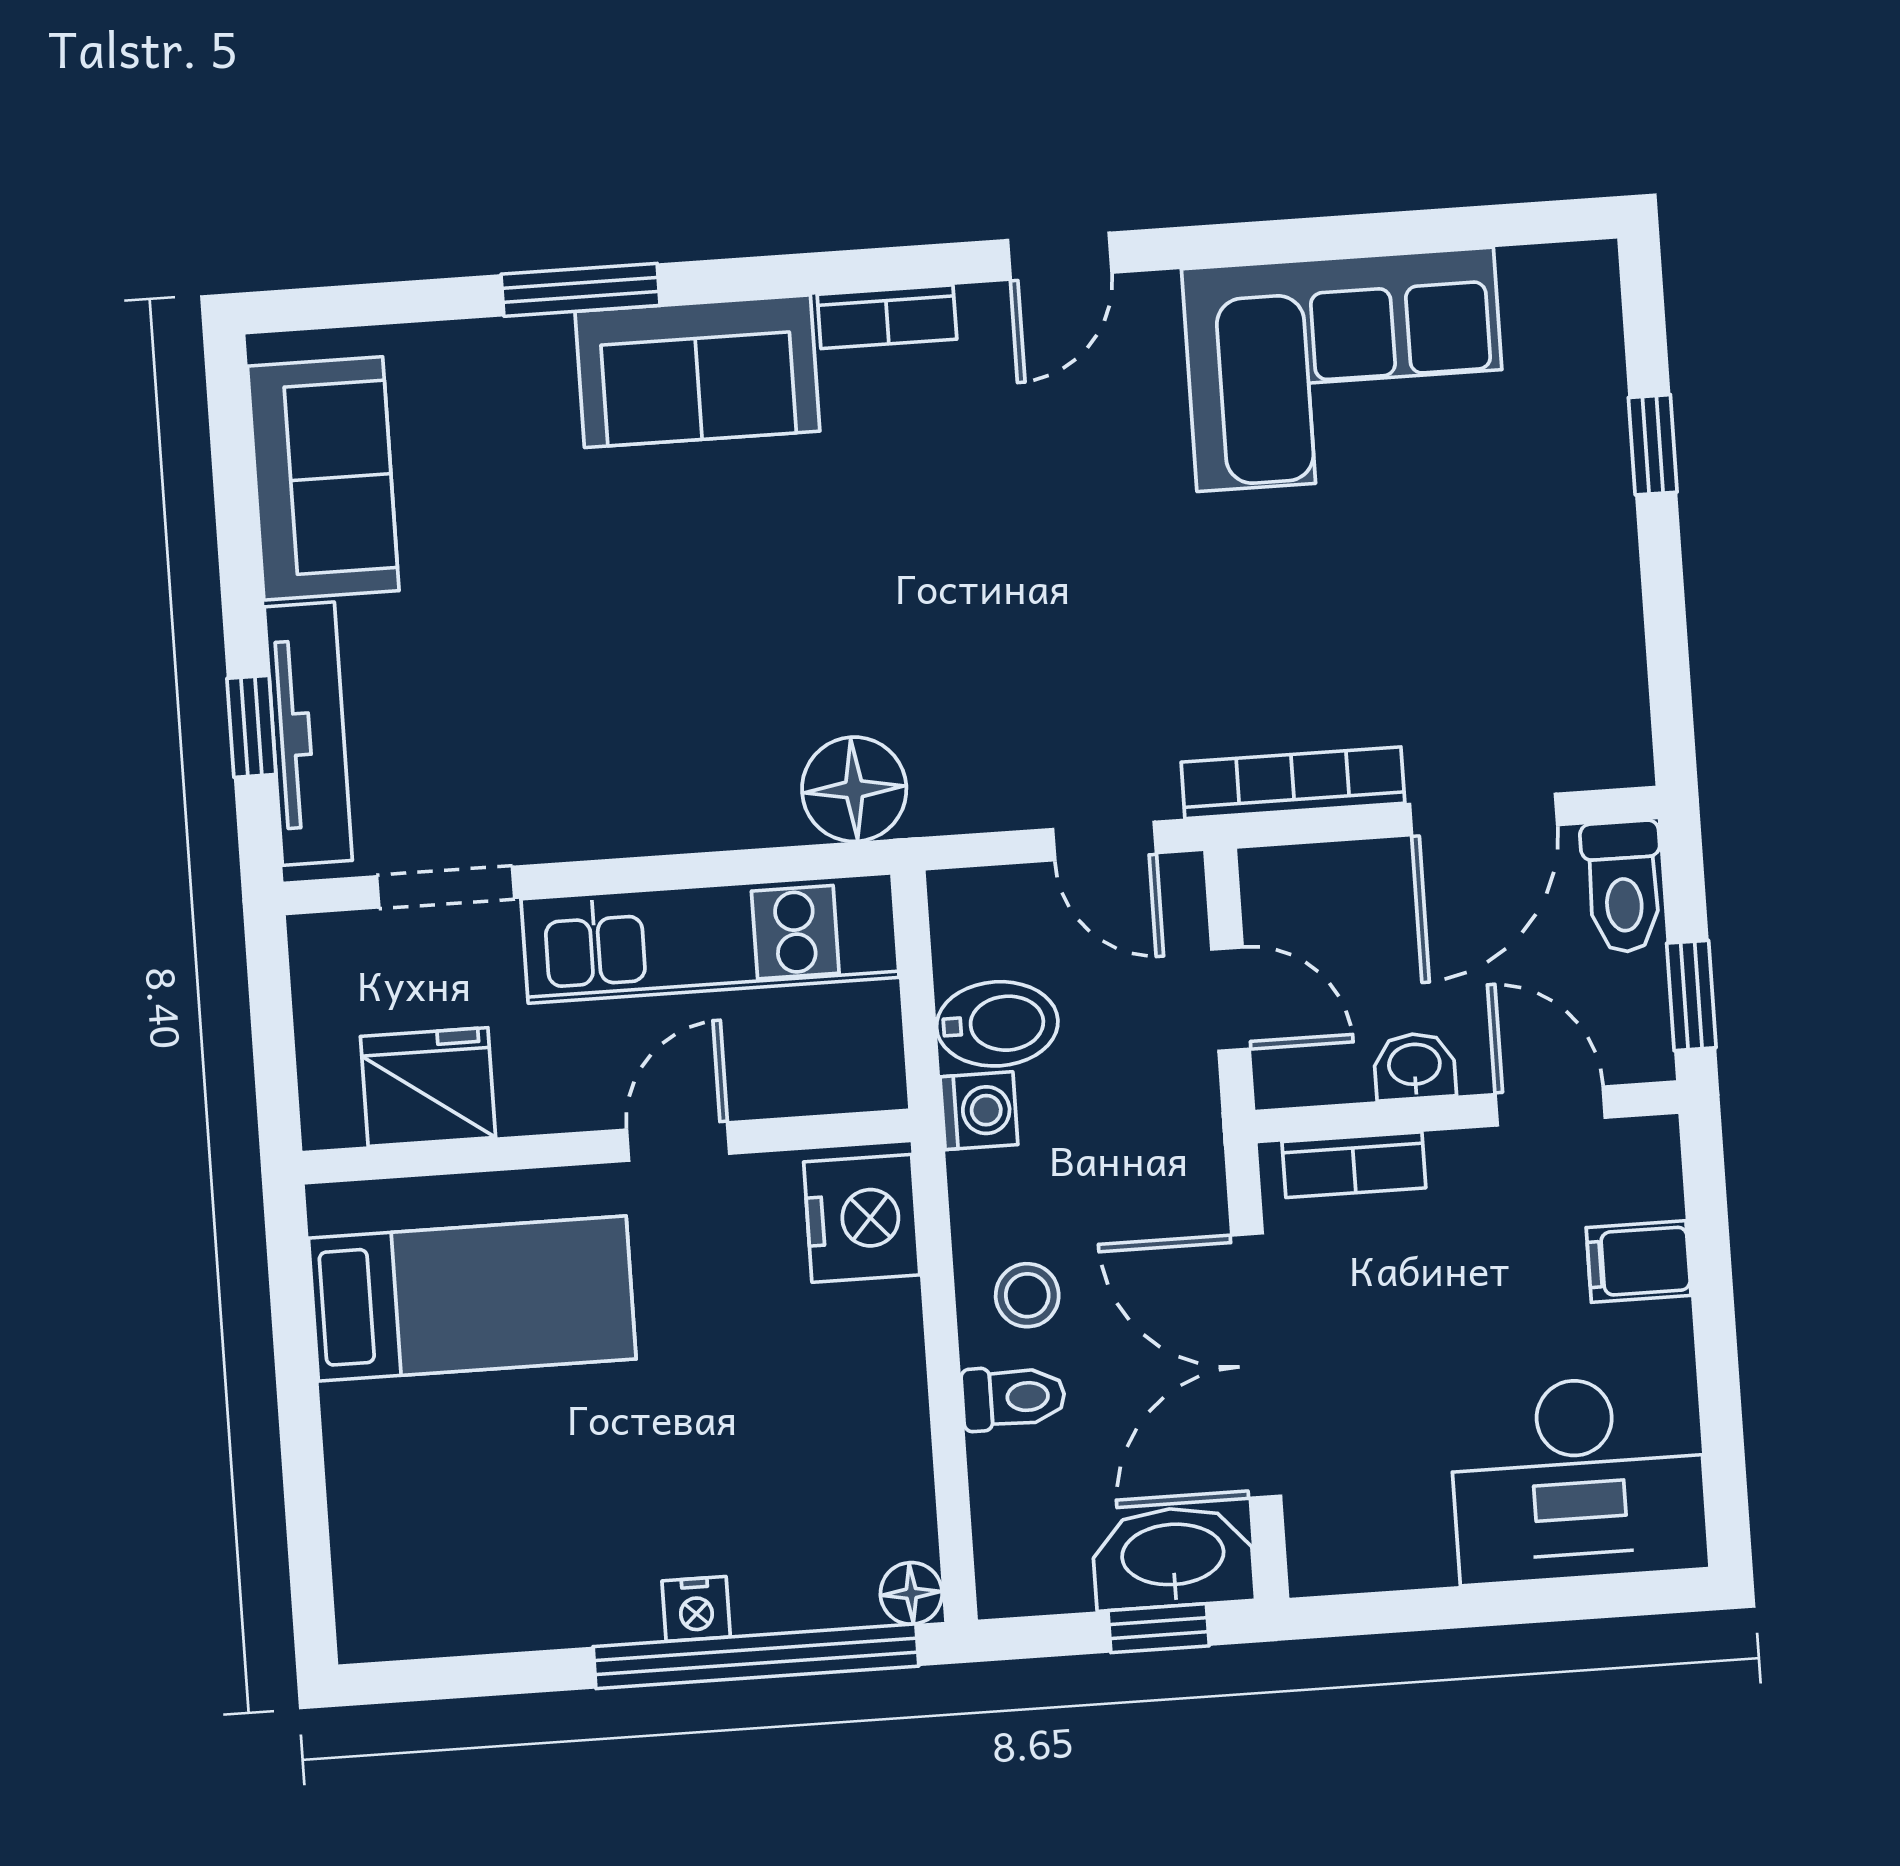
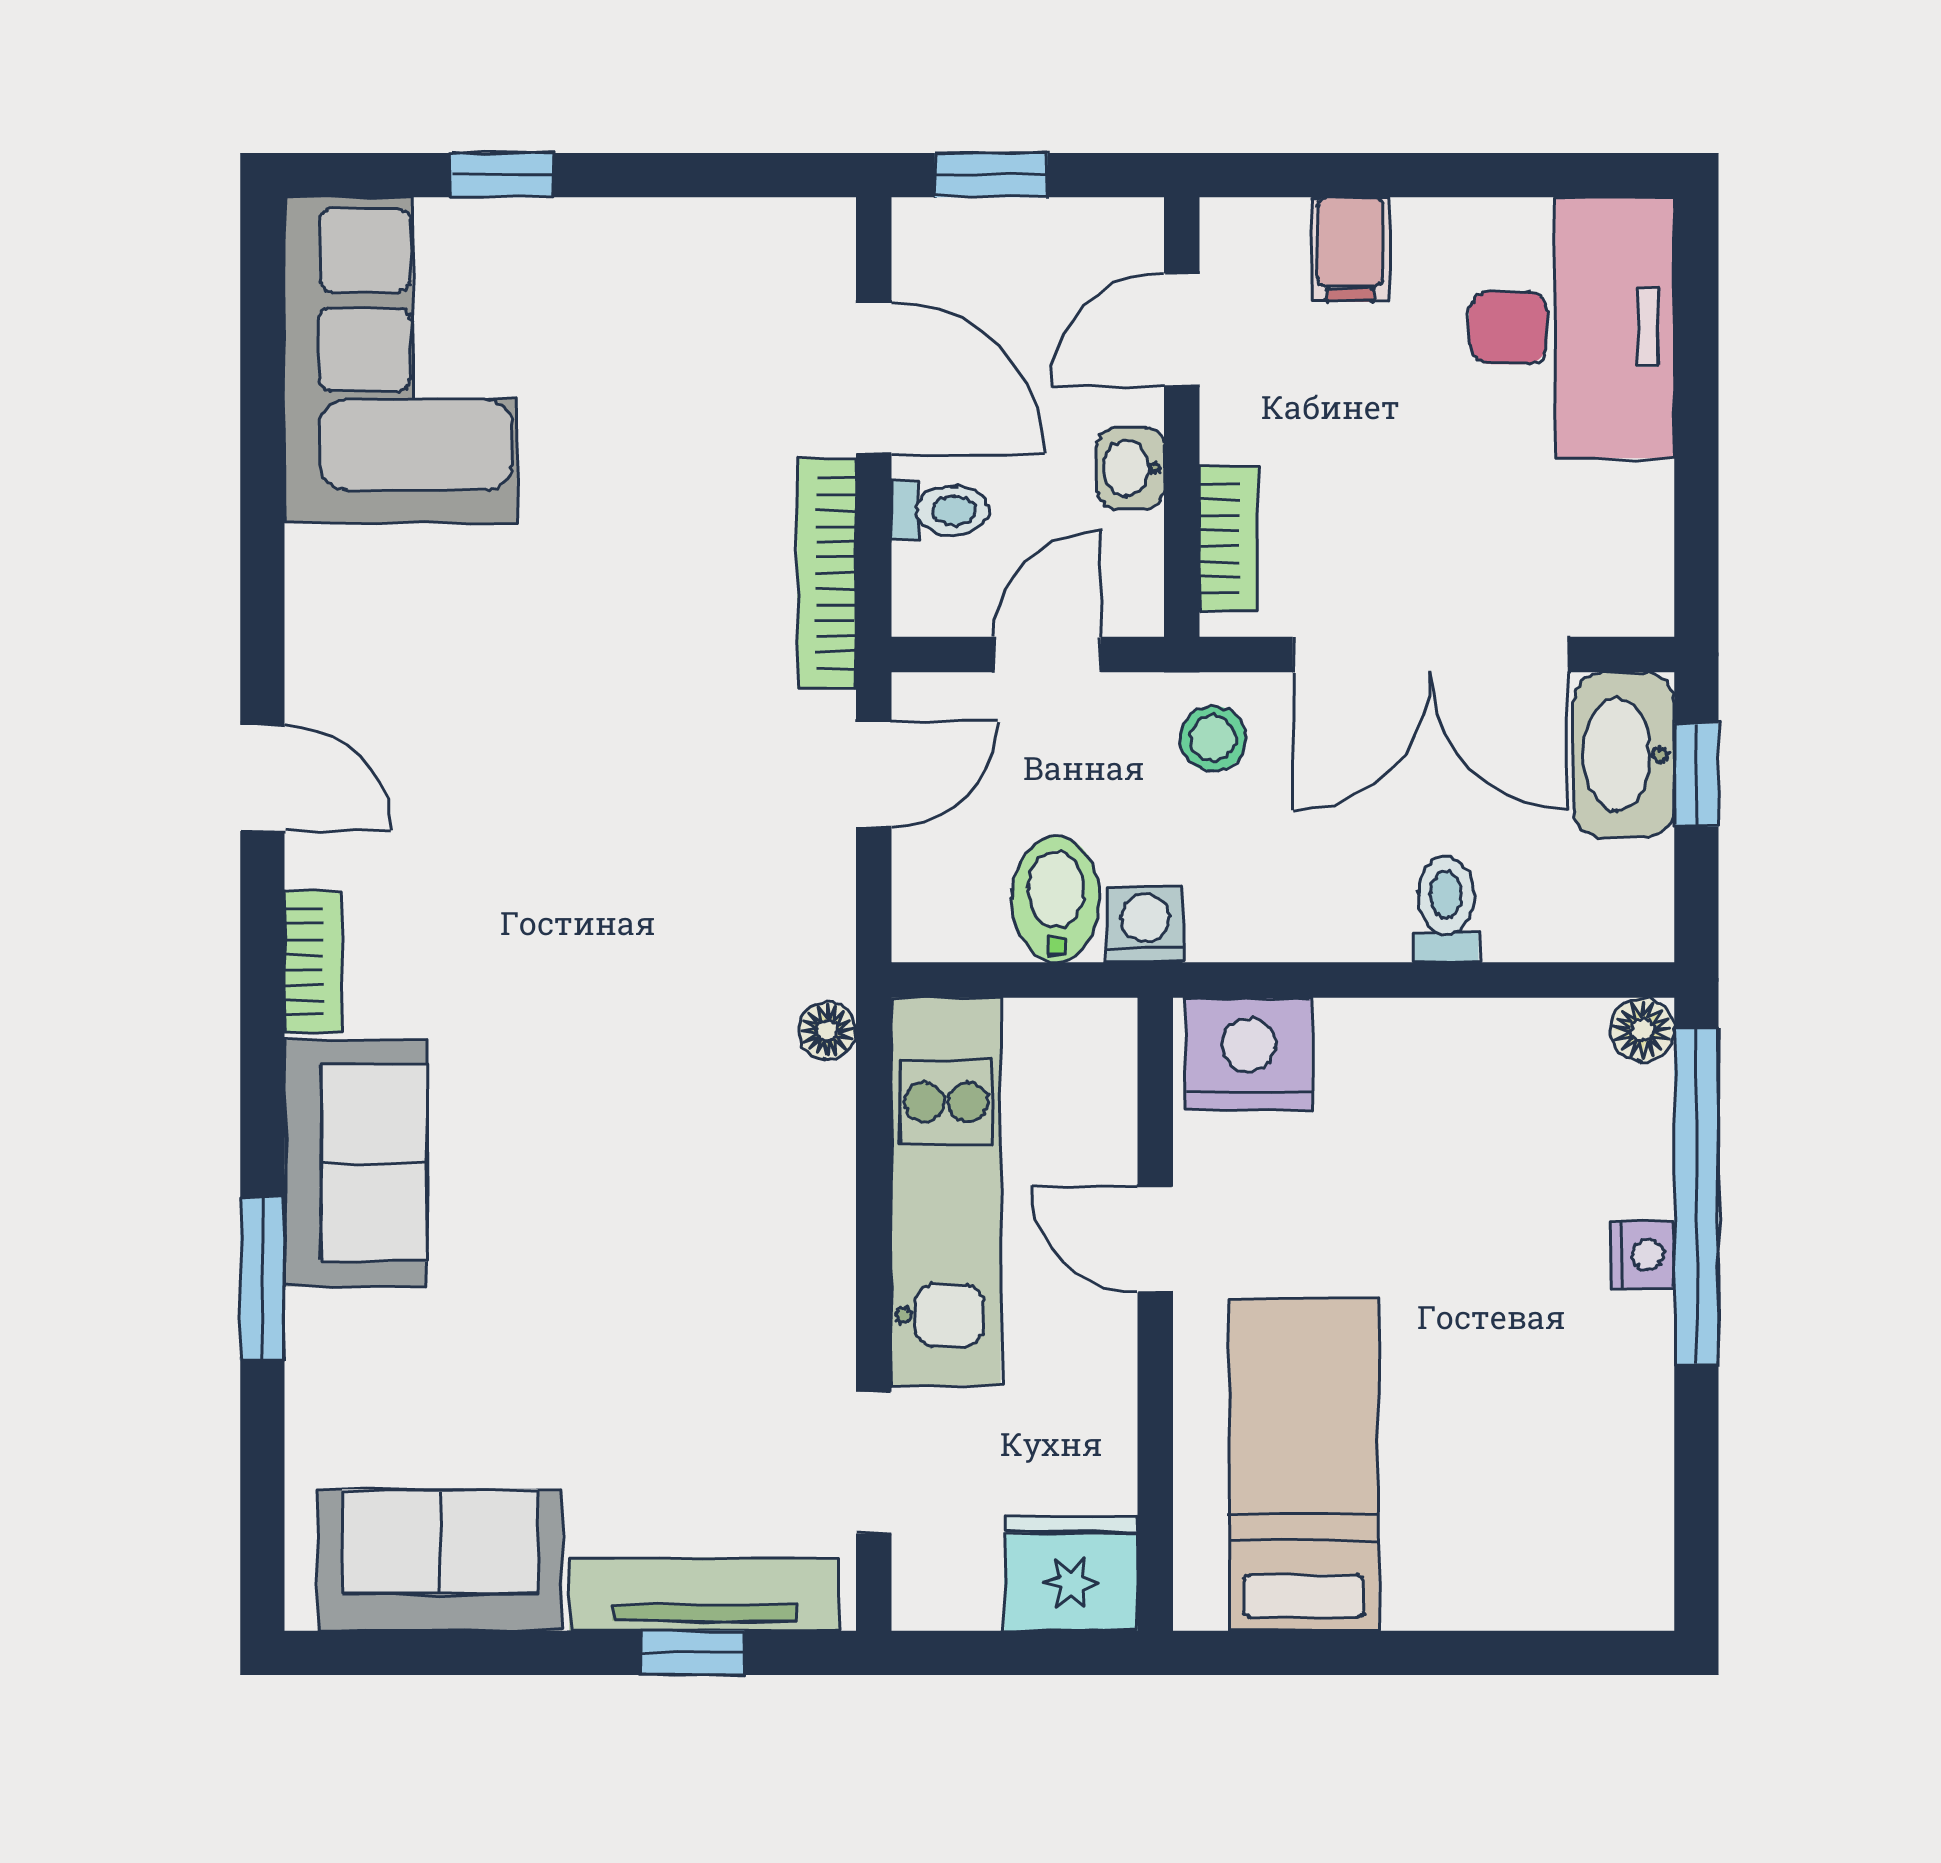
corner sofa: (1345, 369) -> (401, 360), moved
floor lamp: (854, 789) -> (827, 1031), width x0.53, depth x0.53
toilet: (1623, 887) -> (940, 510), moved, width x0.73, depth x0.72
window: (1691, 995) -> (991, 175), moved
fridge: (428, 1087) -> (1071, 1573), moved, turned 90
stool: (1027, 1295) -> (1213, 739), moved

